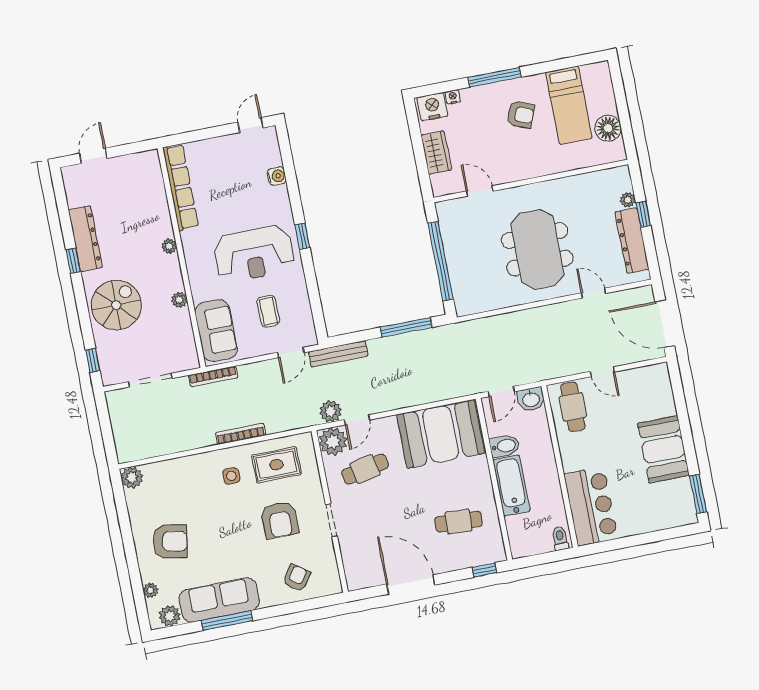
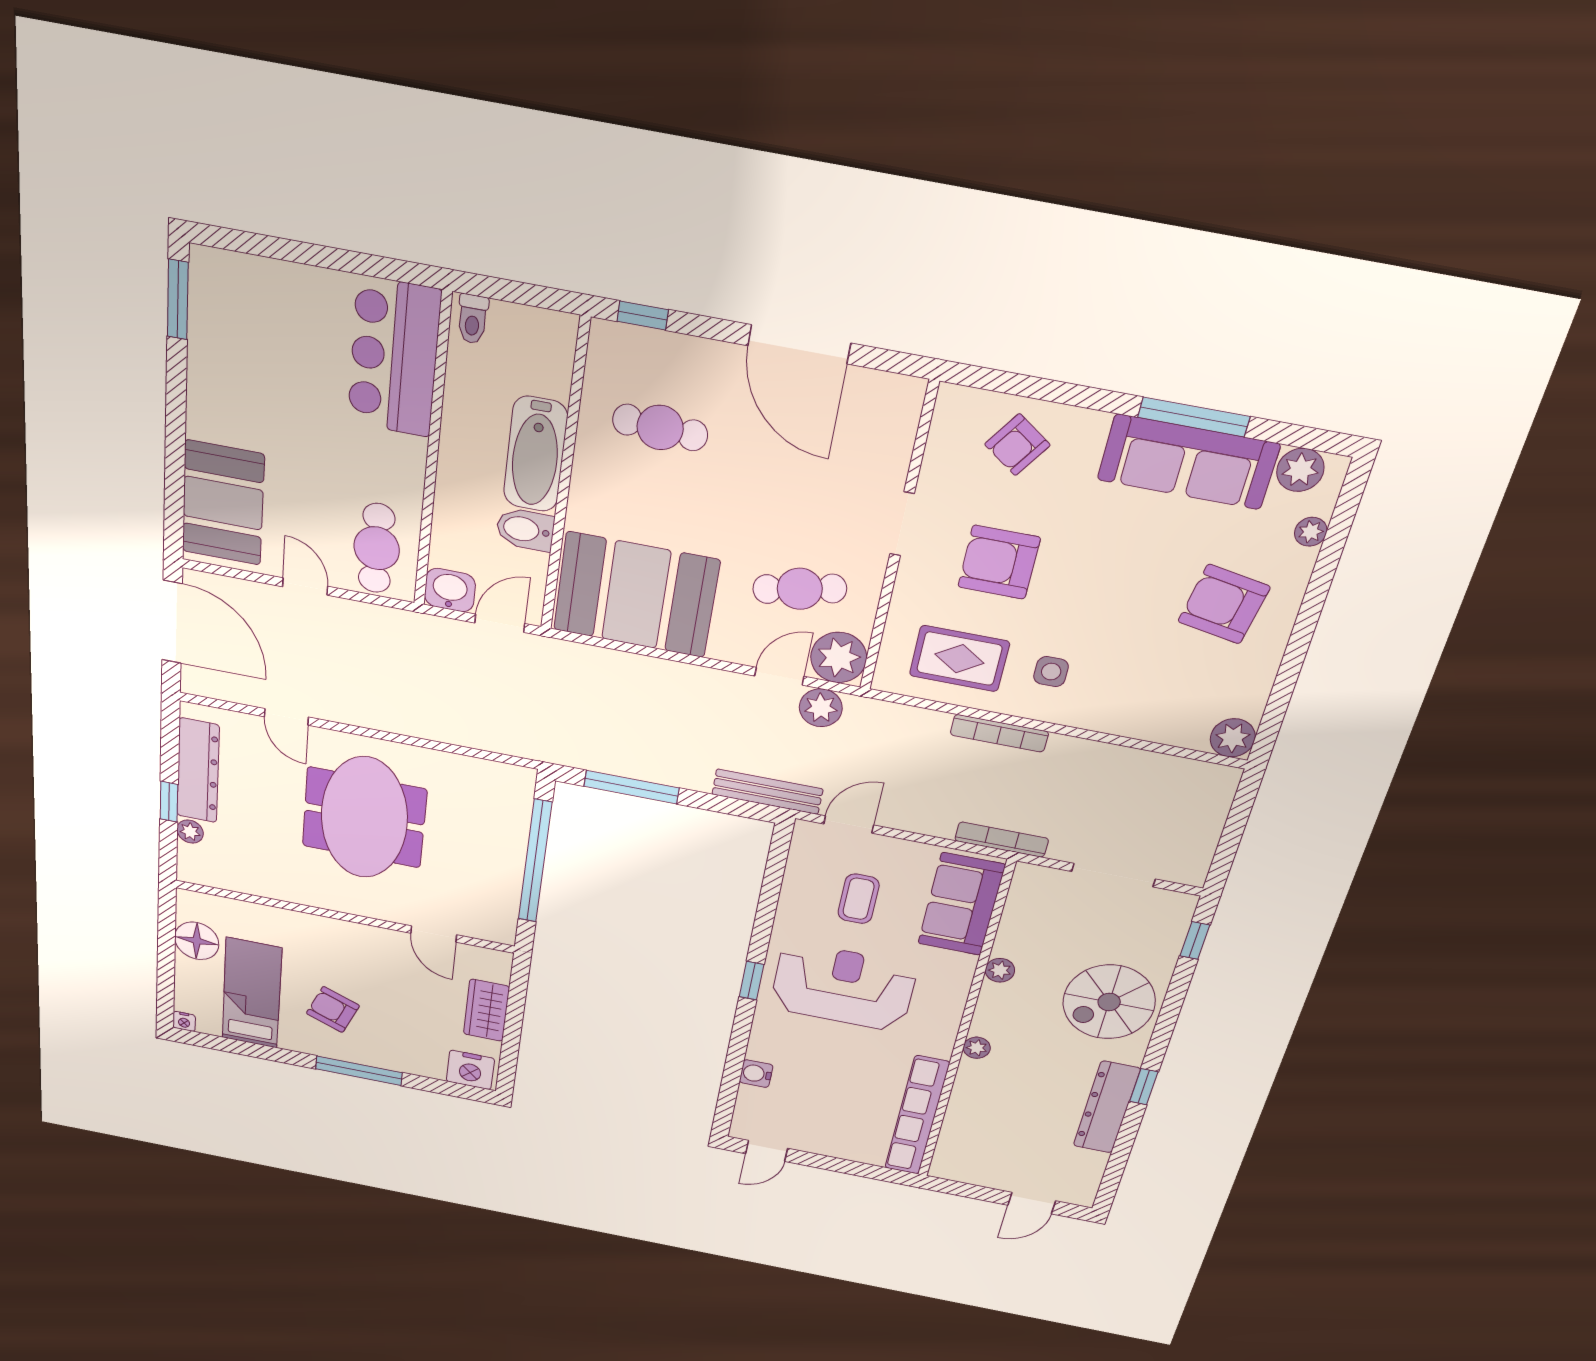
nightstand: (453, 97) -> (184, 1021), moved
booth: (663, 449) -> (223, 503), moved
armchair: (280, 520) -> (999, 562), turned -90

